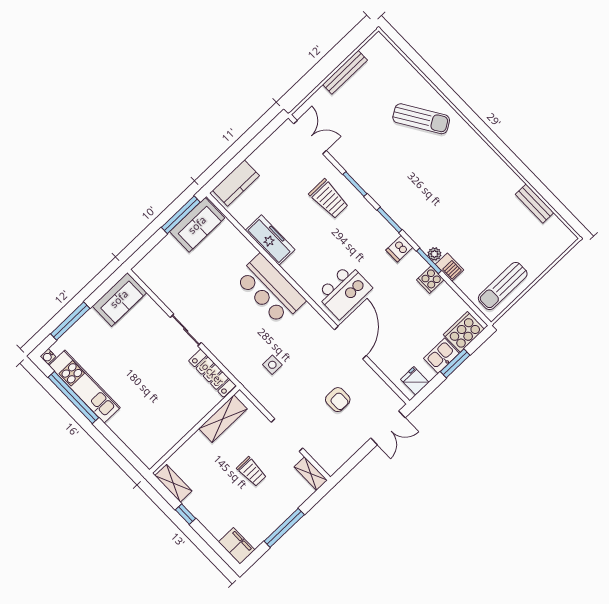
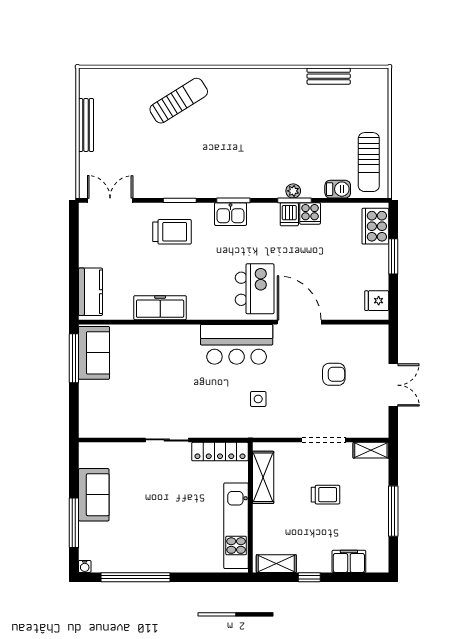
dishwasher: (399, 249) -> (289, 214), moved
barbecue: (450, 267) -> (338, 189), moved
bar counter: (270, 289) -> (237, 344), moved
sofa: (119, 299) -> (94, 495), moved
kitchen sink: (441, 356) -> (231, 214), moved, turned -90
kitchen unit: (85, 387) -> (236, 526), moved, turned -90
double door: (388, 428) -> (393, 385), moved
filing cabinet: (237, 546) -> (349, 561), moved

